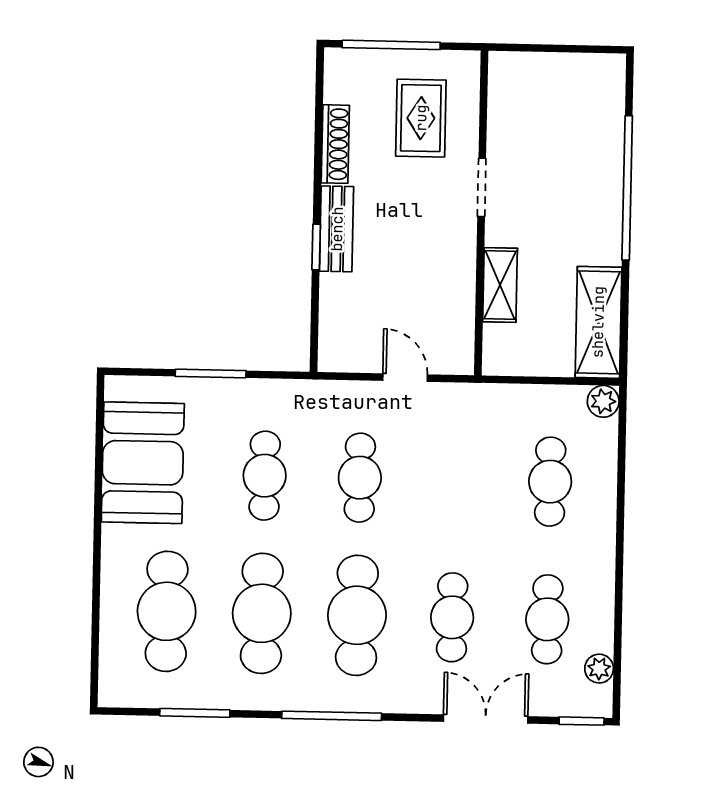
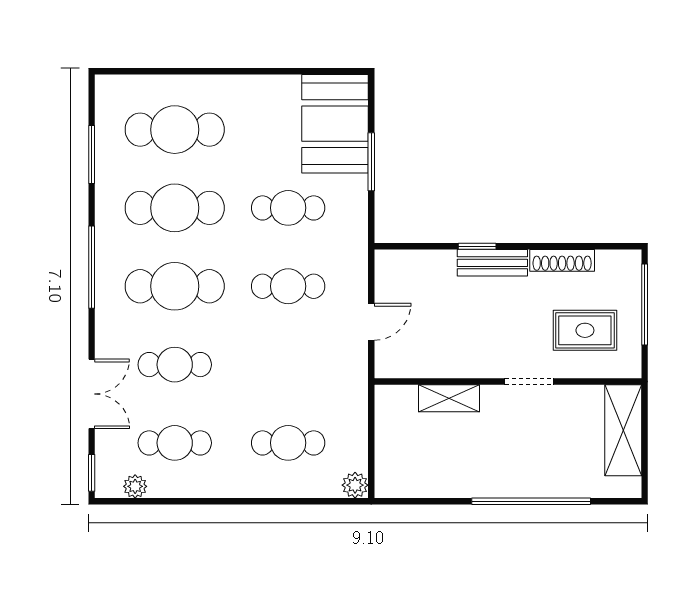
shelving: (598, 322) -> (623, 430), moved, turned 90
booth: (143, 463) -> (335, 124), moved, turned 90

